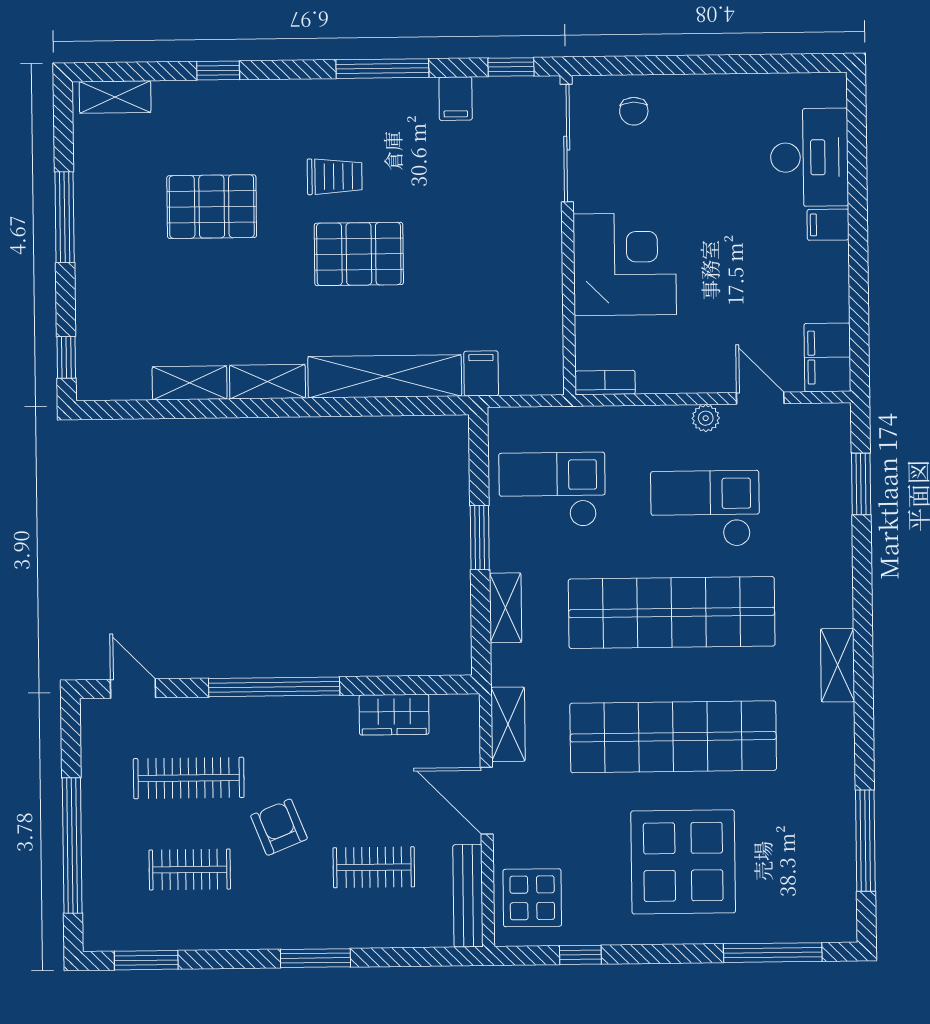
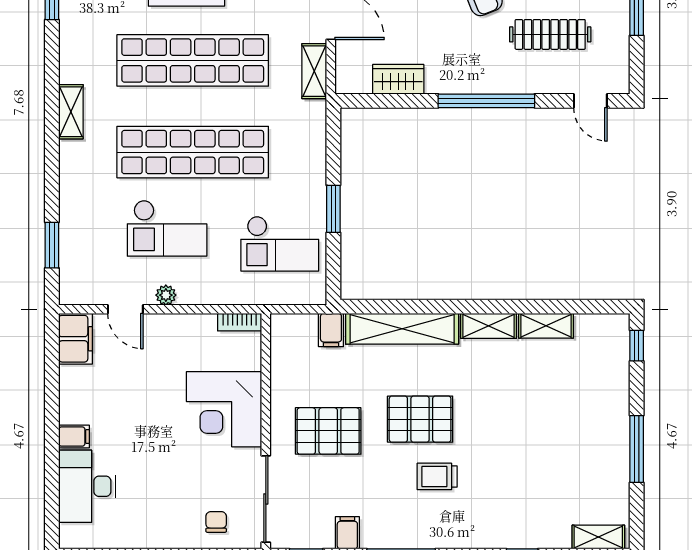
pallet: (212, 207) -> (328, 431), moved
shelving: (506, 608) -> (315, 157), removed

